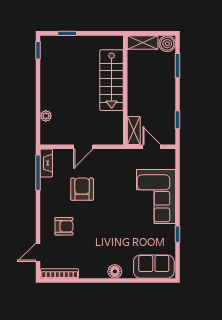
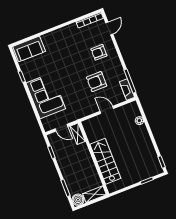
door: (83, 147) -> (107, 110), hinge flipped
armchair: (82, 189) -> (97, 82), turned 90
floor lamp: (115, 271) -> (54, 36), removed

